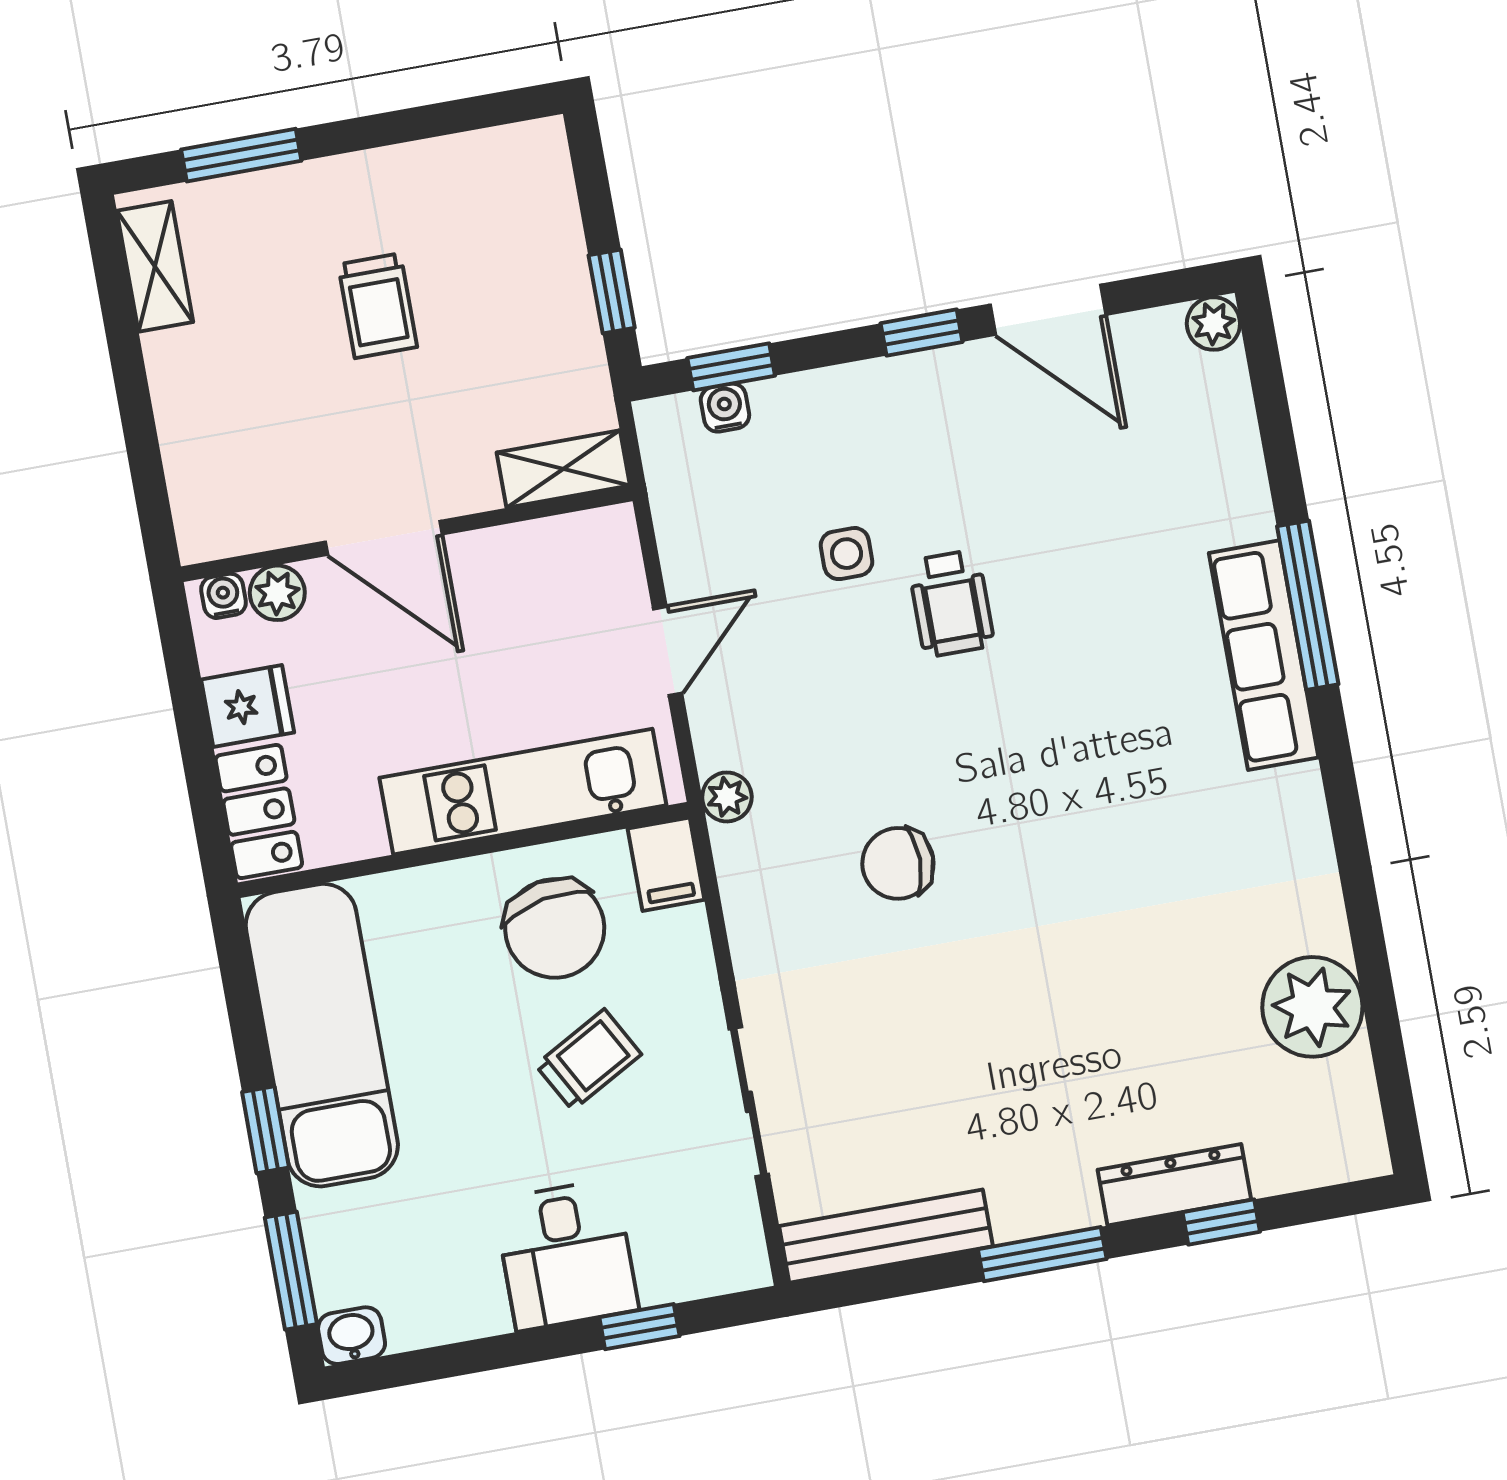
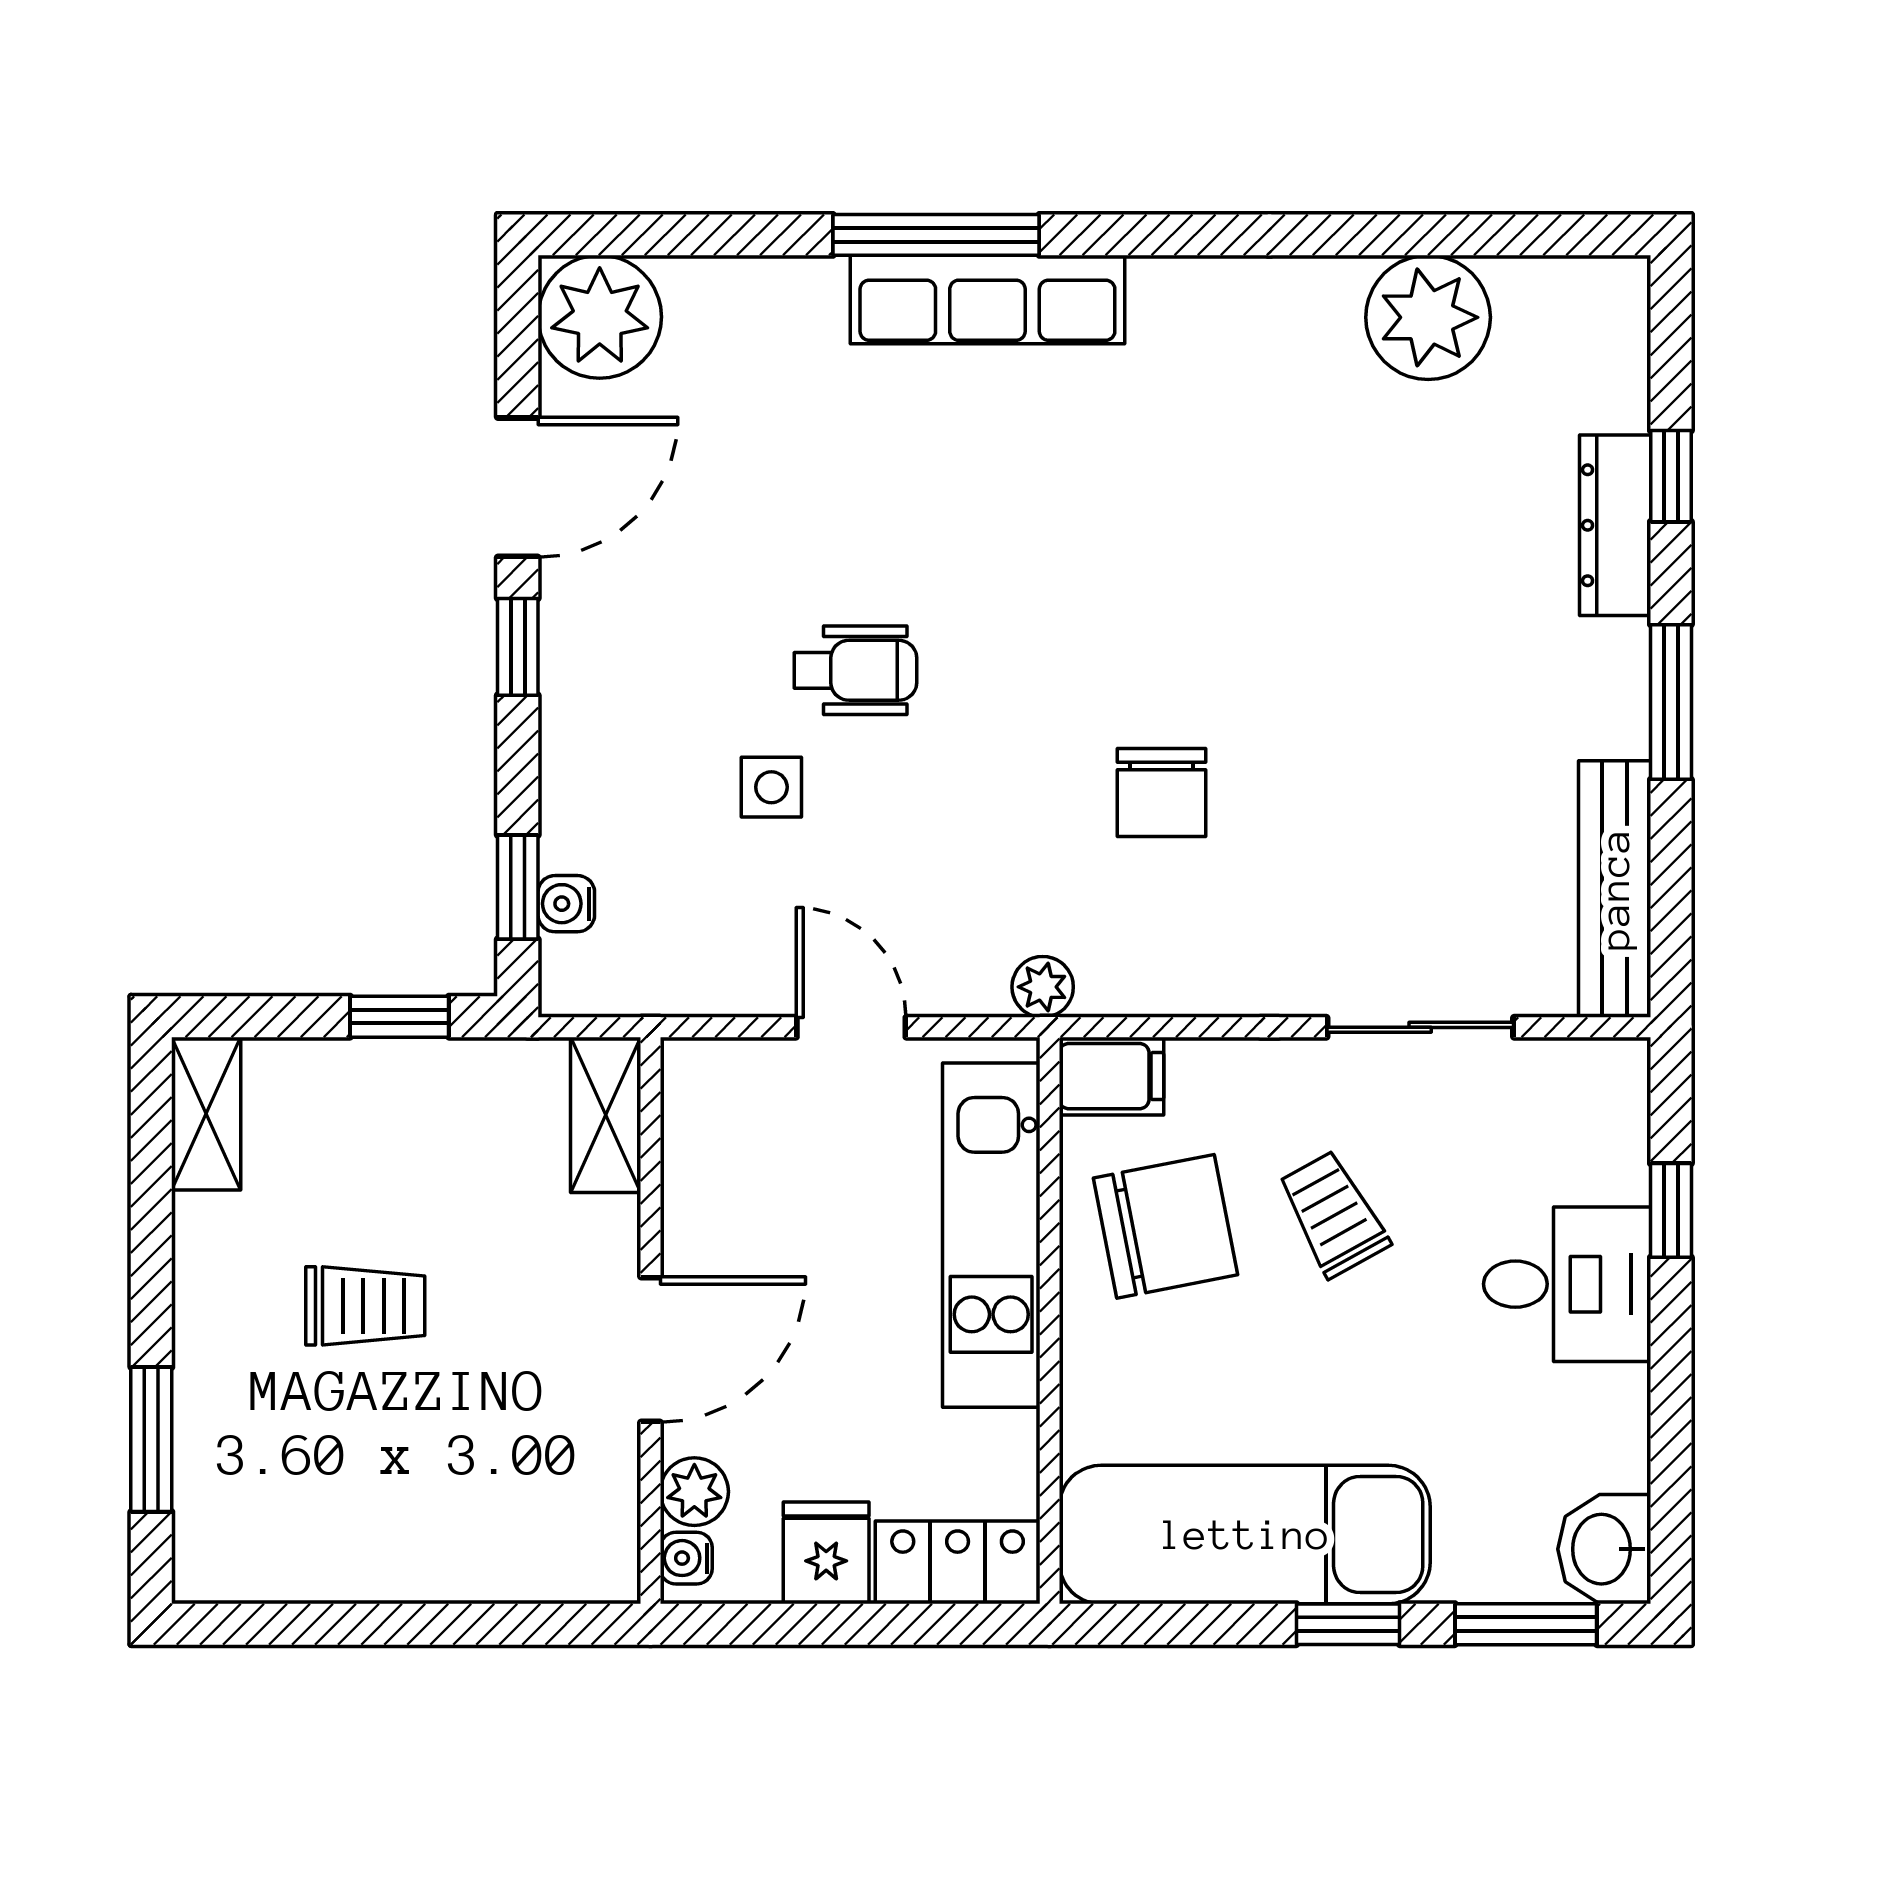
shelving: (155, 266) -> (206, 1114), moved, turned 90
plant: (1213, 324) -> (600, 317), width x1.88, depth x1.88
washbasin: (352, 1336) -> (1604, 1549), width x1.38, depth x1.45

